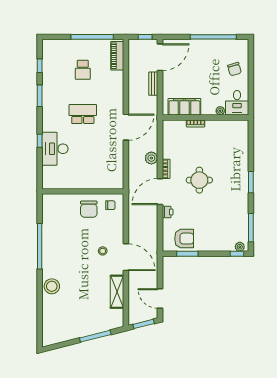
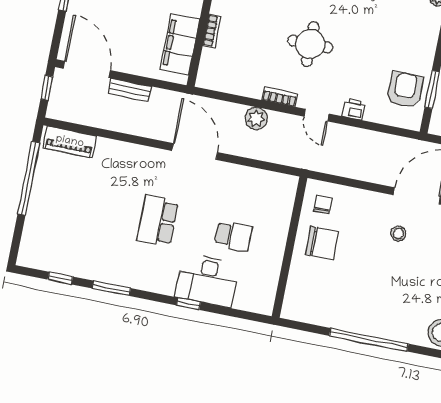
school desk: (83, 70) -> (233, 236), moved
door: (160, 192) -> (316, 115), width x0.53

